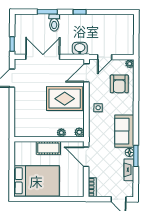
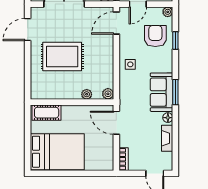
armchair: (119, 84) -> (155, 36), turned 180
window: (136, 88) -> (175, 41), added
rug: (65, 99) -> (62, 57), moved
cot: (48, 148) -> (47, 113), moved
window: (136, 156) -> (175, 92), moved

